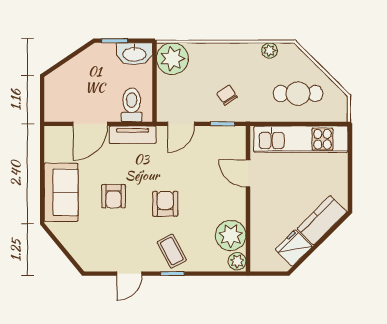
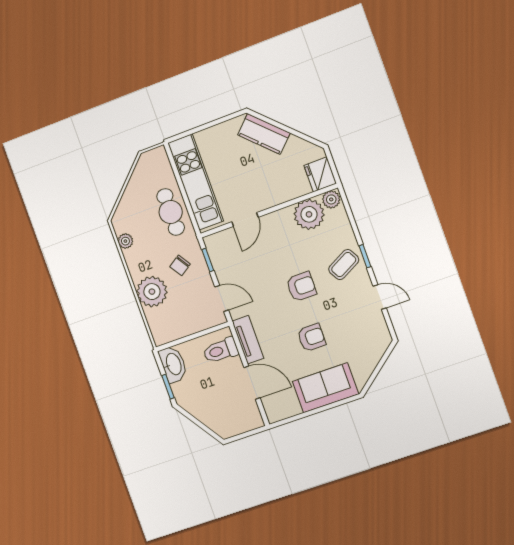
plant: (172, 59) -> (152, 292), moved
cafe table: (298, 93) -> (171, 212), moved
armchair: (165, 204) -> (301, 287), turned 180
fridge: (294, 248) -> (320, 174), moved, turned 45

